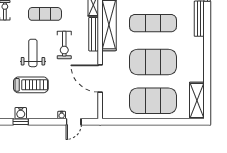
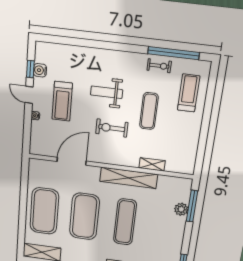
bench: (94, 34) -> (120, 161), removed
weight bench: (33, 53) -> (107, 92), turned 180
treadmill: (31, 85) -> (62, 101), moved
door: (74, 122) -> (29, 95), moved

